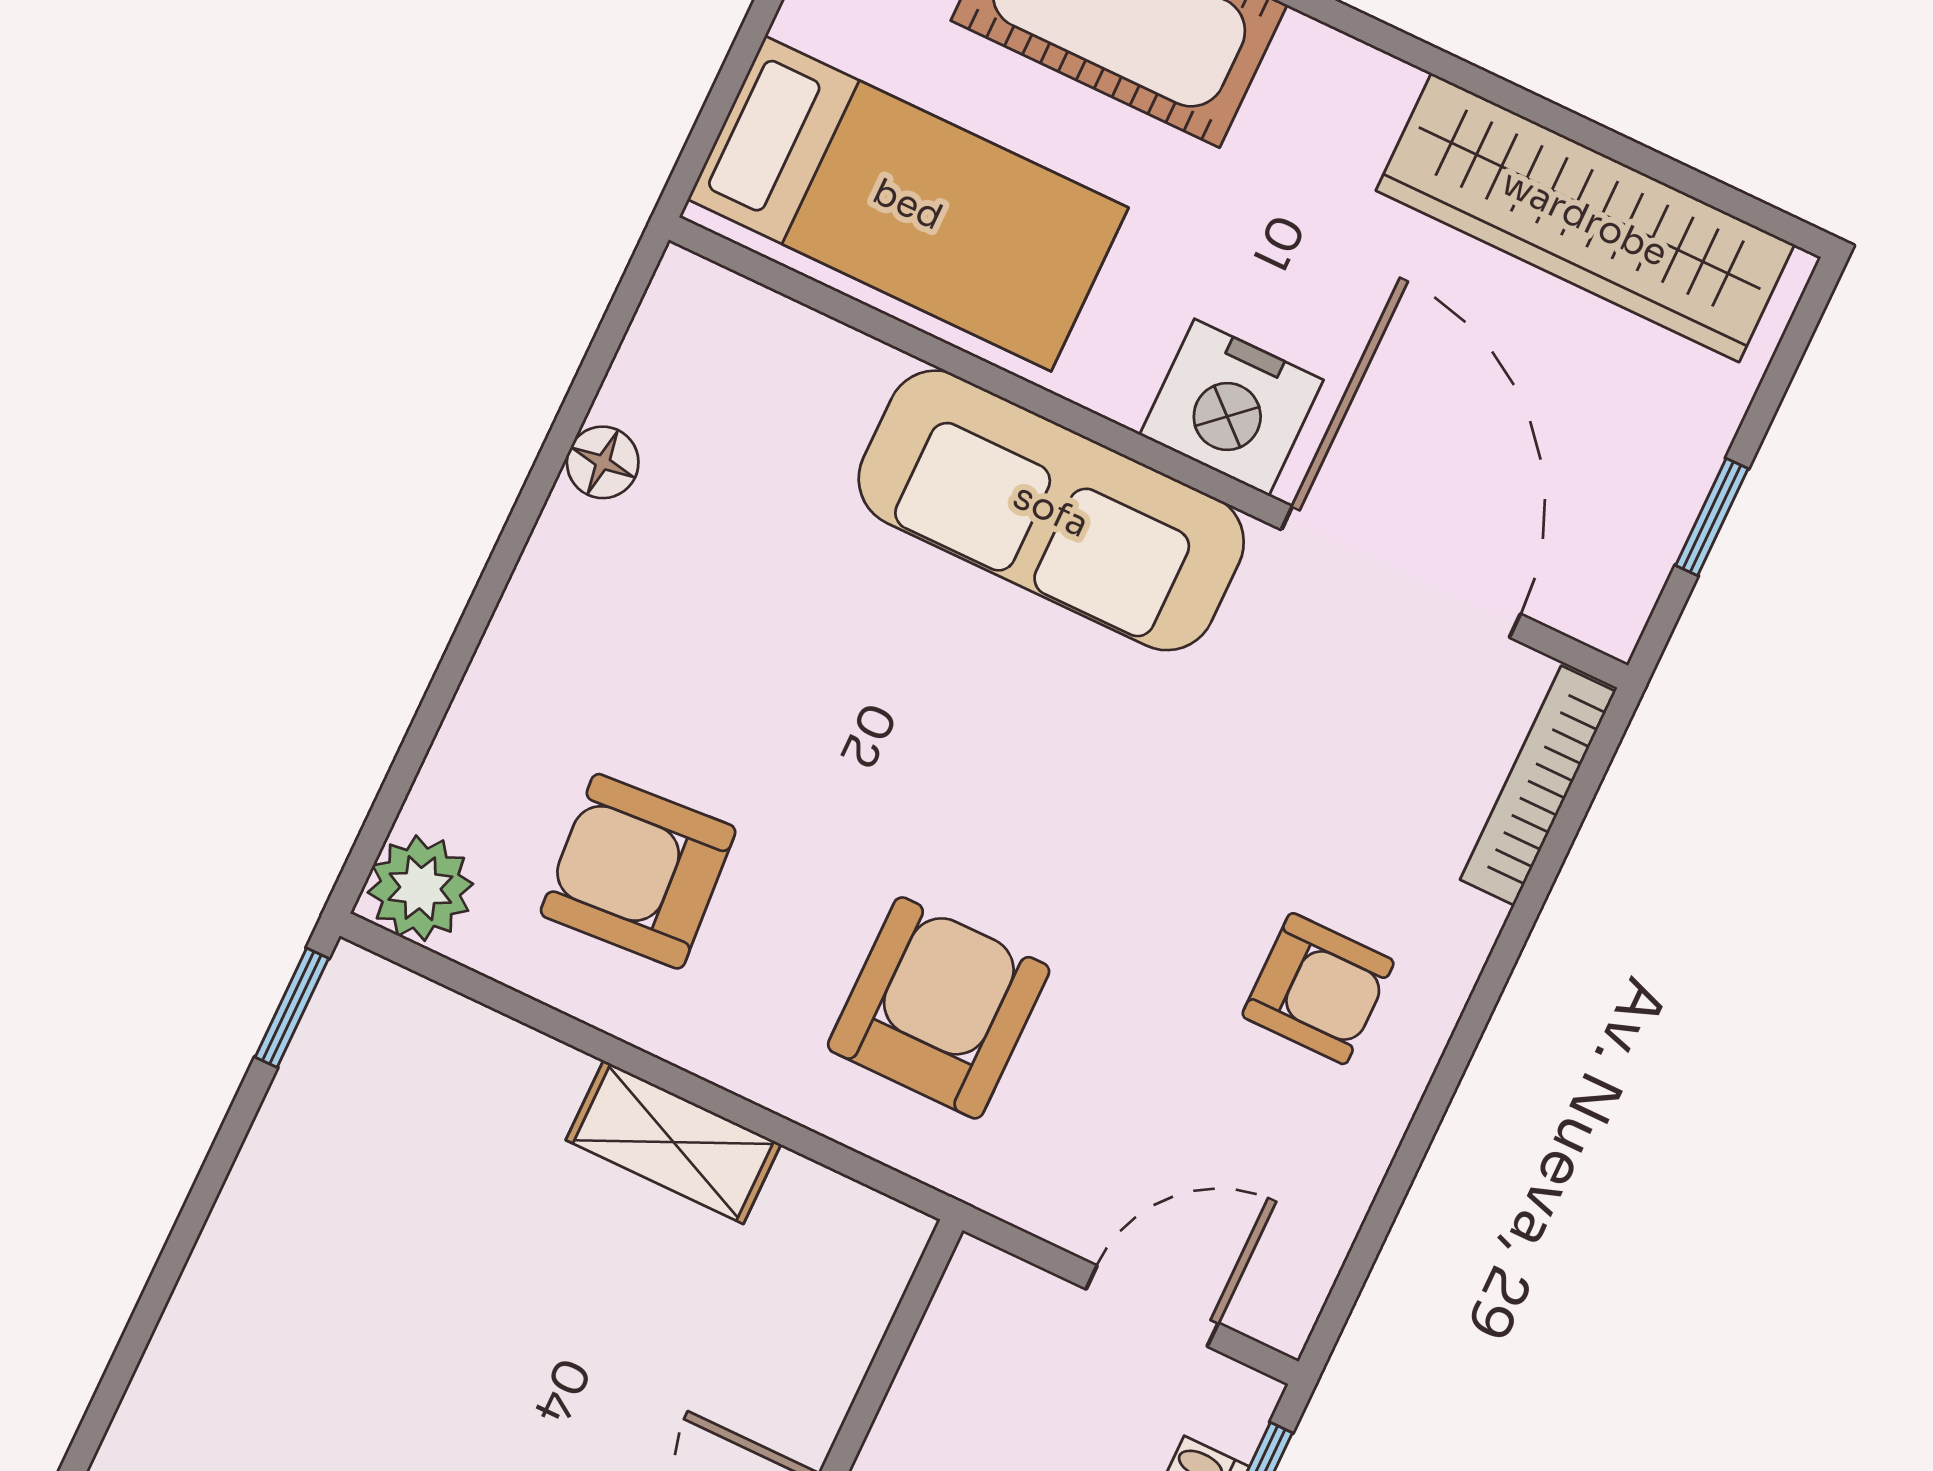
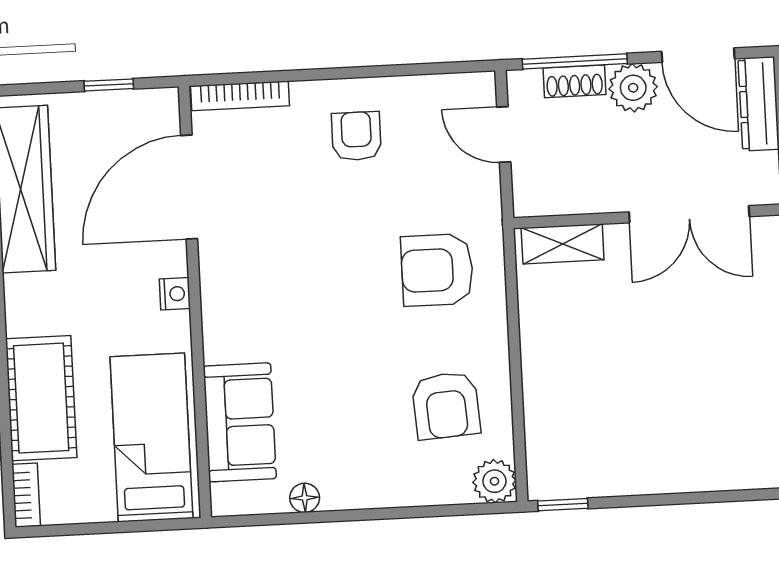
nightstand: (1232, 407) -> (175, 294), width x0.53, depth x0.56
sofa: (1051, 510) -> (240, 422), moved, width x0.73
shelving: (673, 1142) -> (563, 244), moved, turned 90

